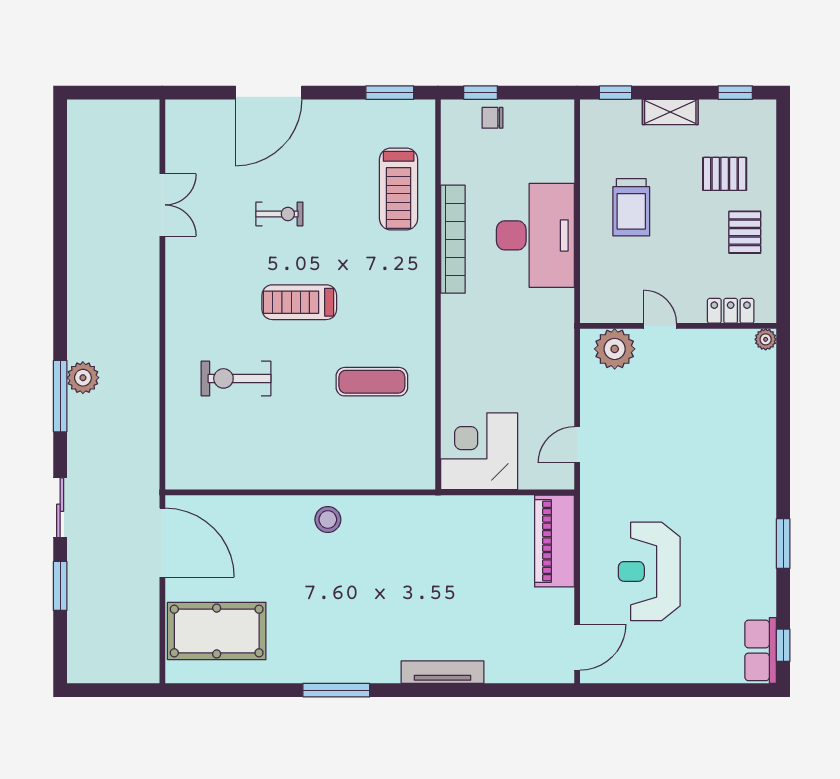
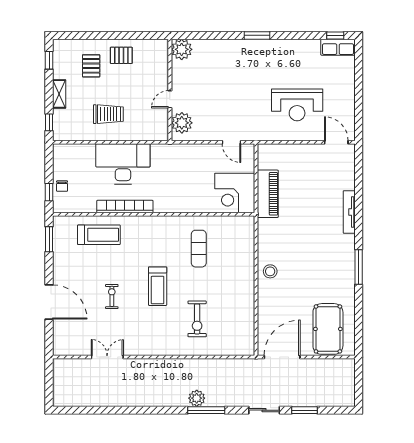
locker: (731, 311) -> (162, 63), removed
plant: (766, 339) -> (182, 49), width x1.87, depth x1.87
piano: (554, 541) -> (268, 194), moved, turned -90
window: (783, 544) -> (257, 35), moved

